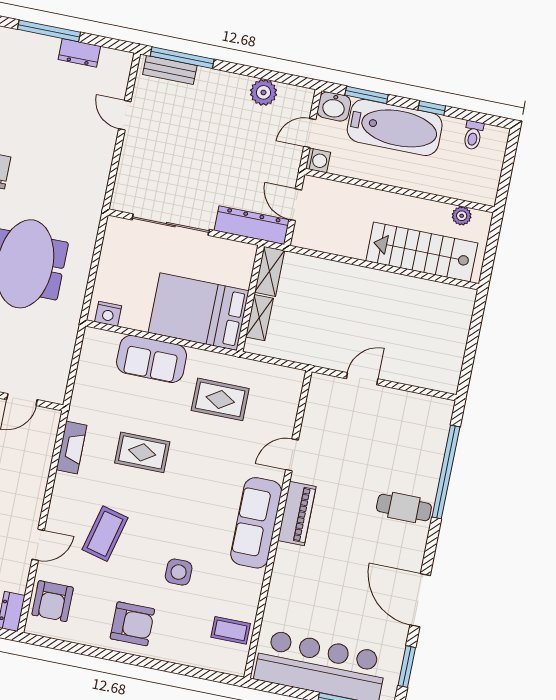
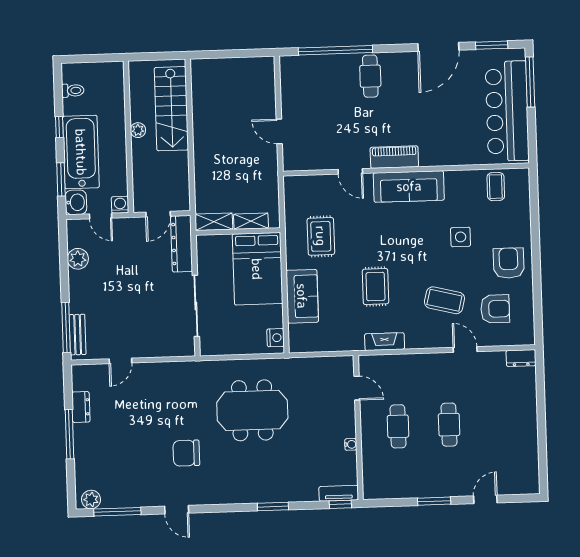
plant: (462, 216) -> (138, 130), moved
armchair: (53, 601) -> (495, 309), moved

